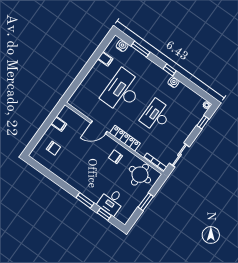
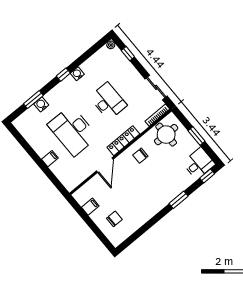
water cooler: (122, 46) -> (41, 104), moved
filing cabinet: (105, 59) -> (50, 159), moved
desk: (156, 116) -> (108, 101), turned 180
desk: (111, 201) -> (199, 163), moved, turned -90
window: (104, 214) -> (207, 176), moved

